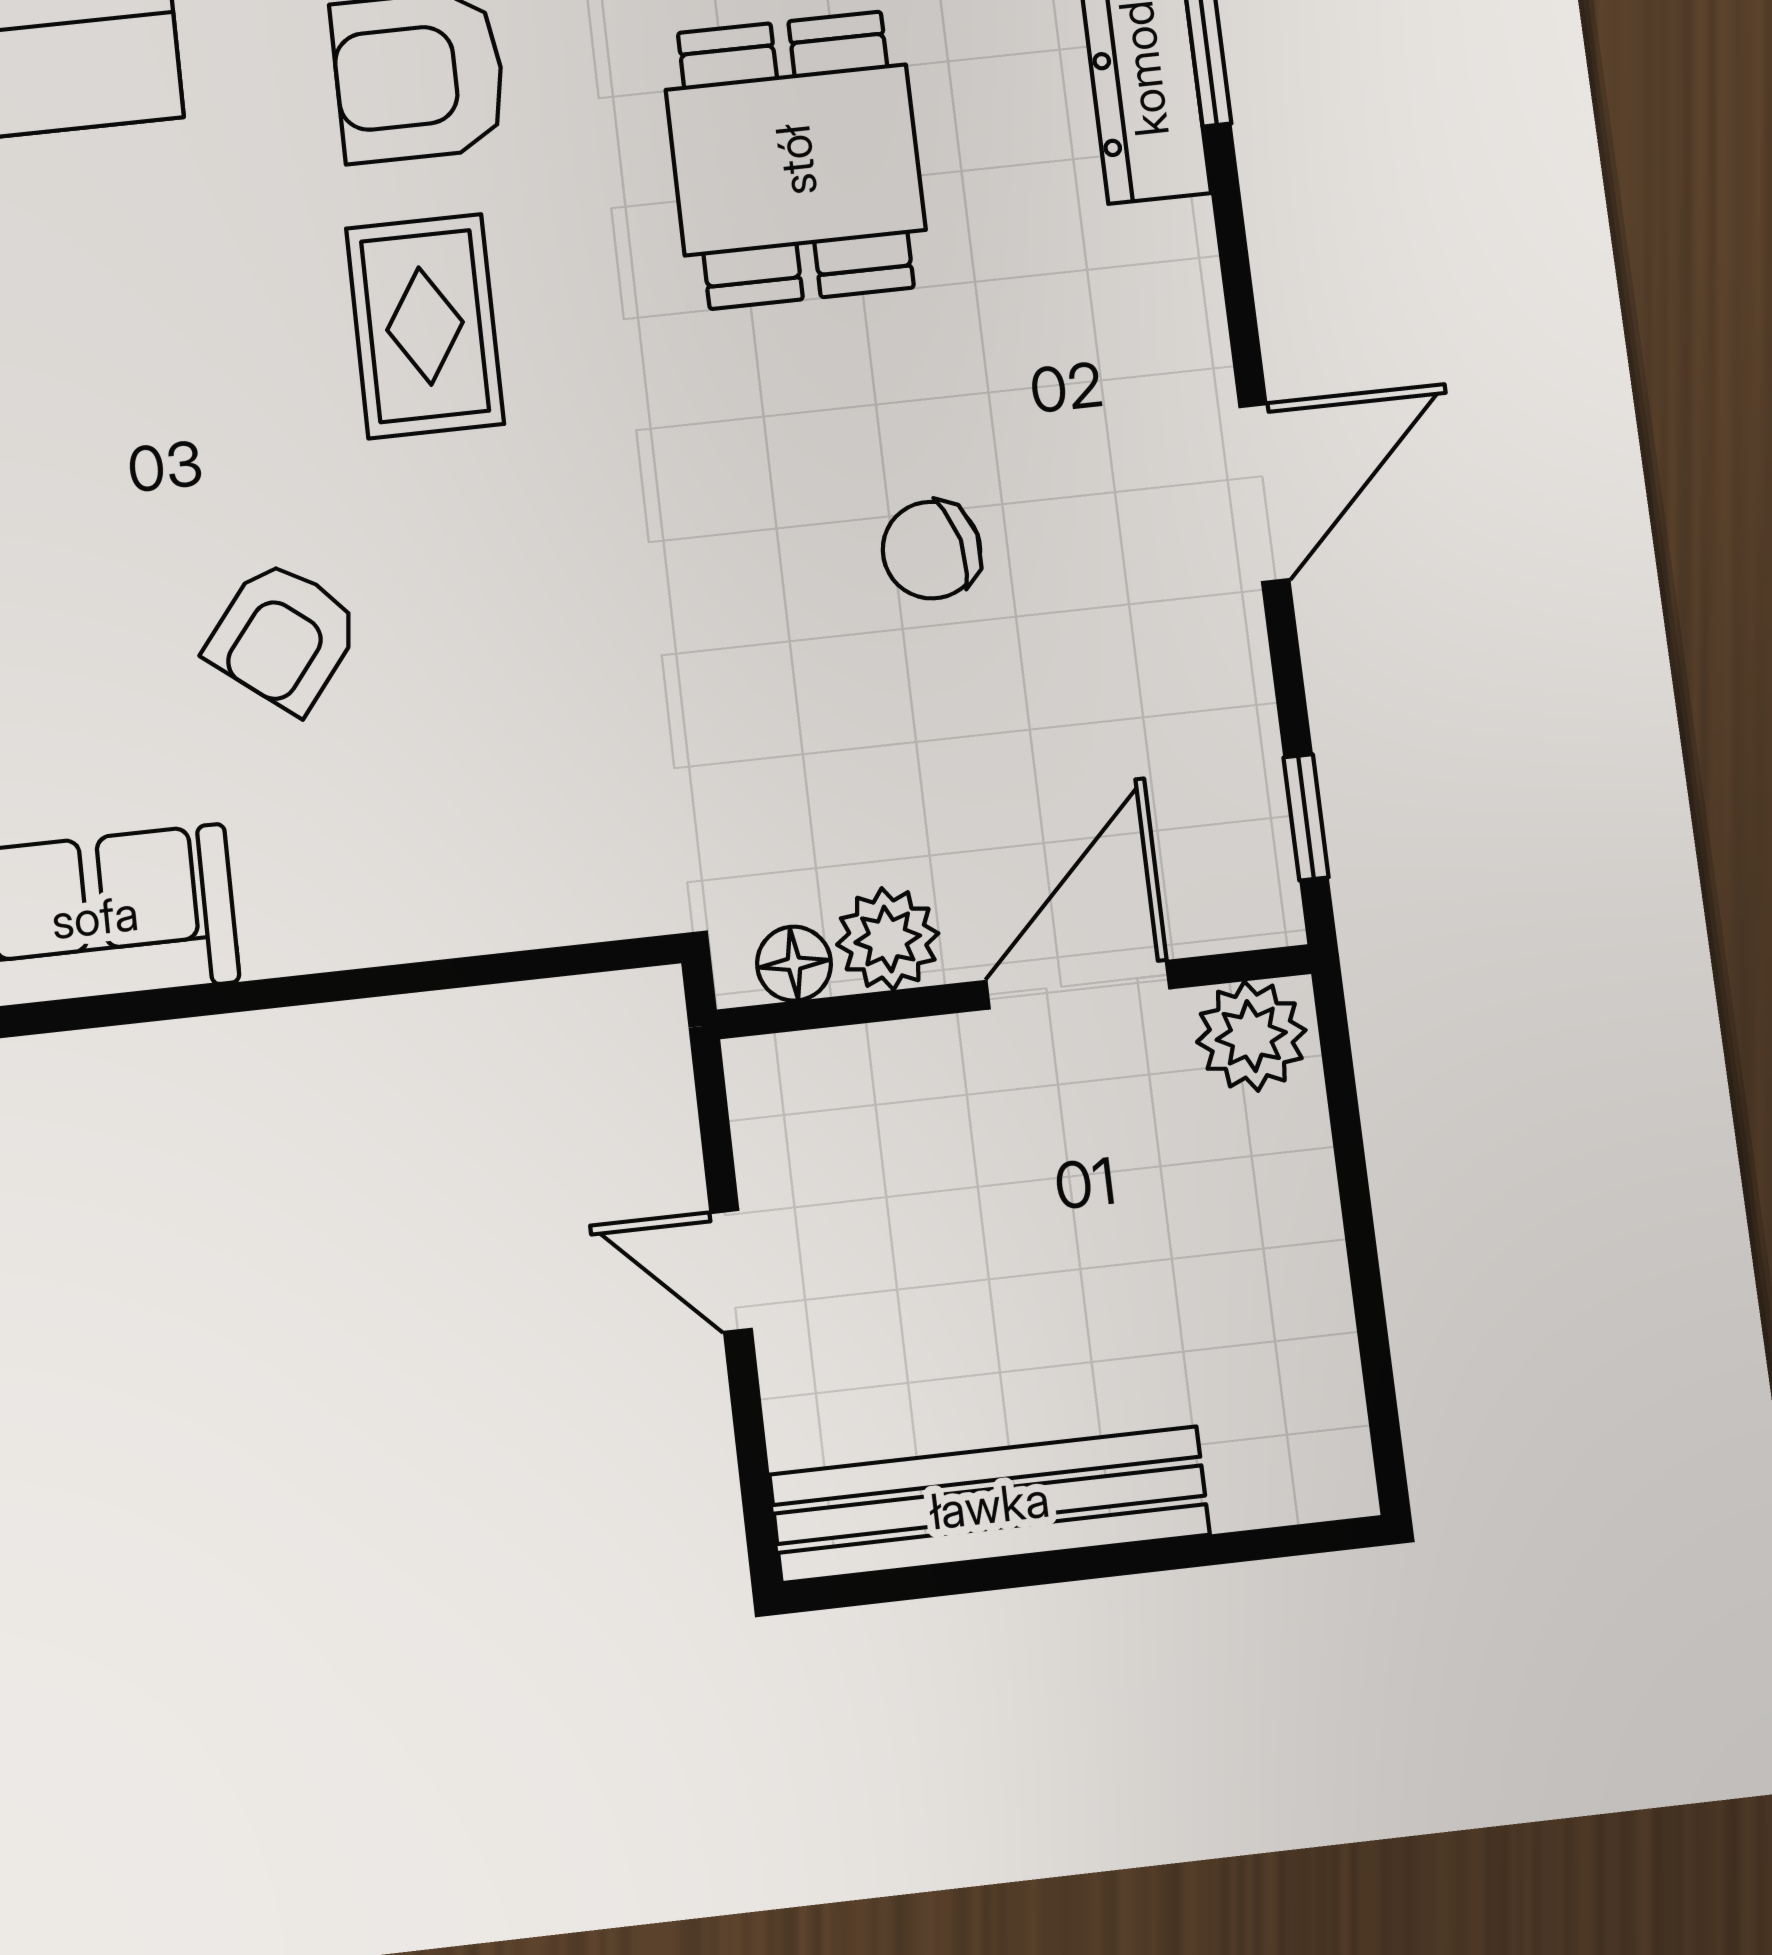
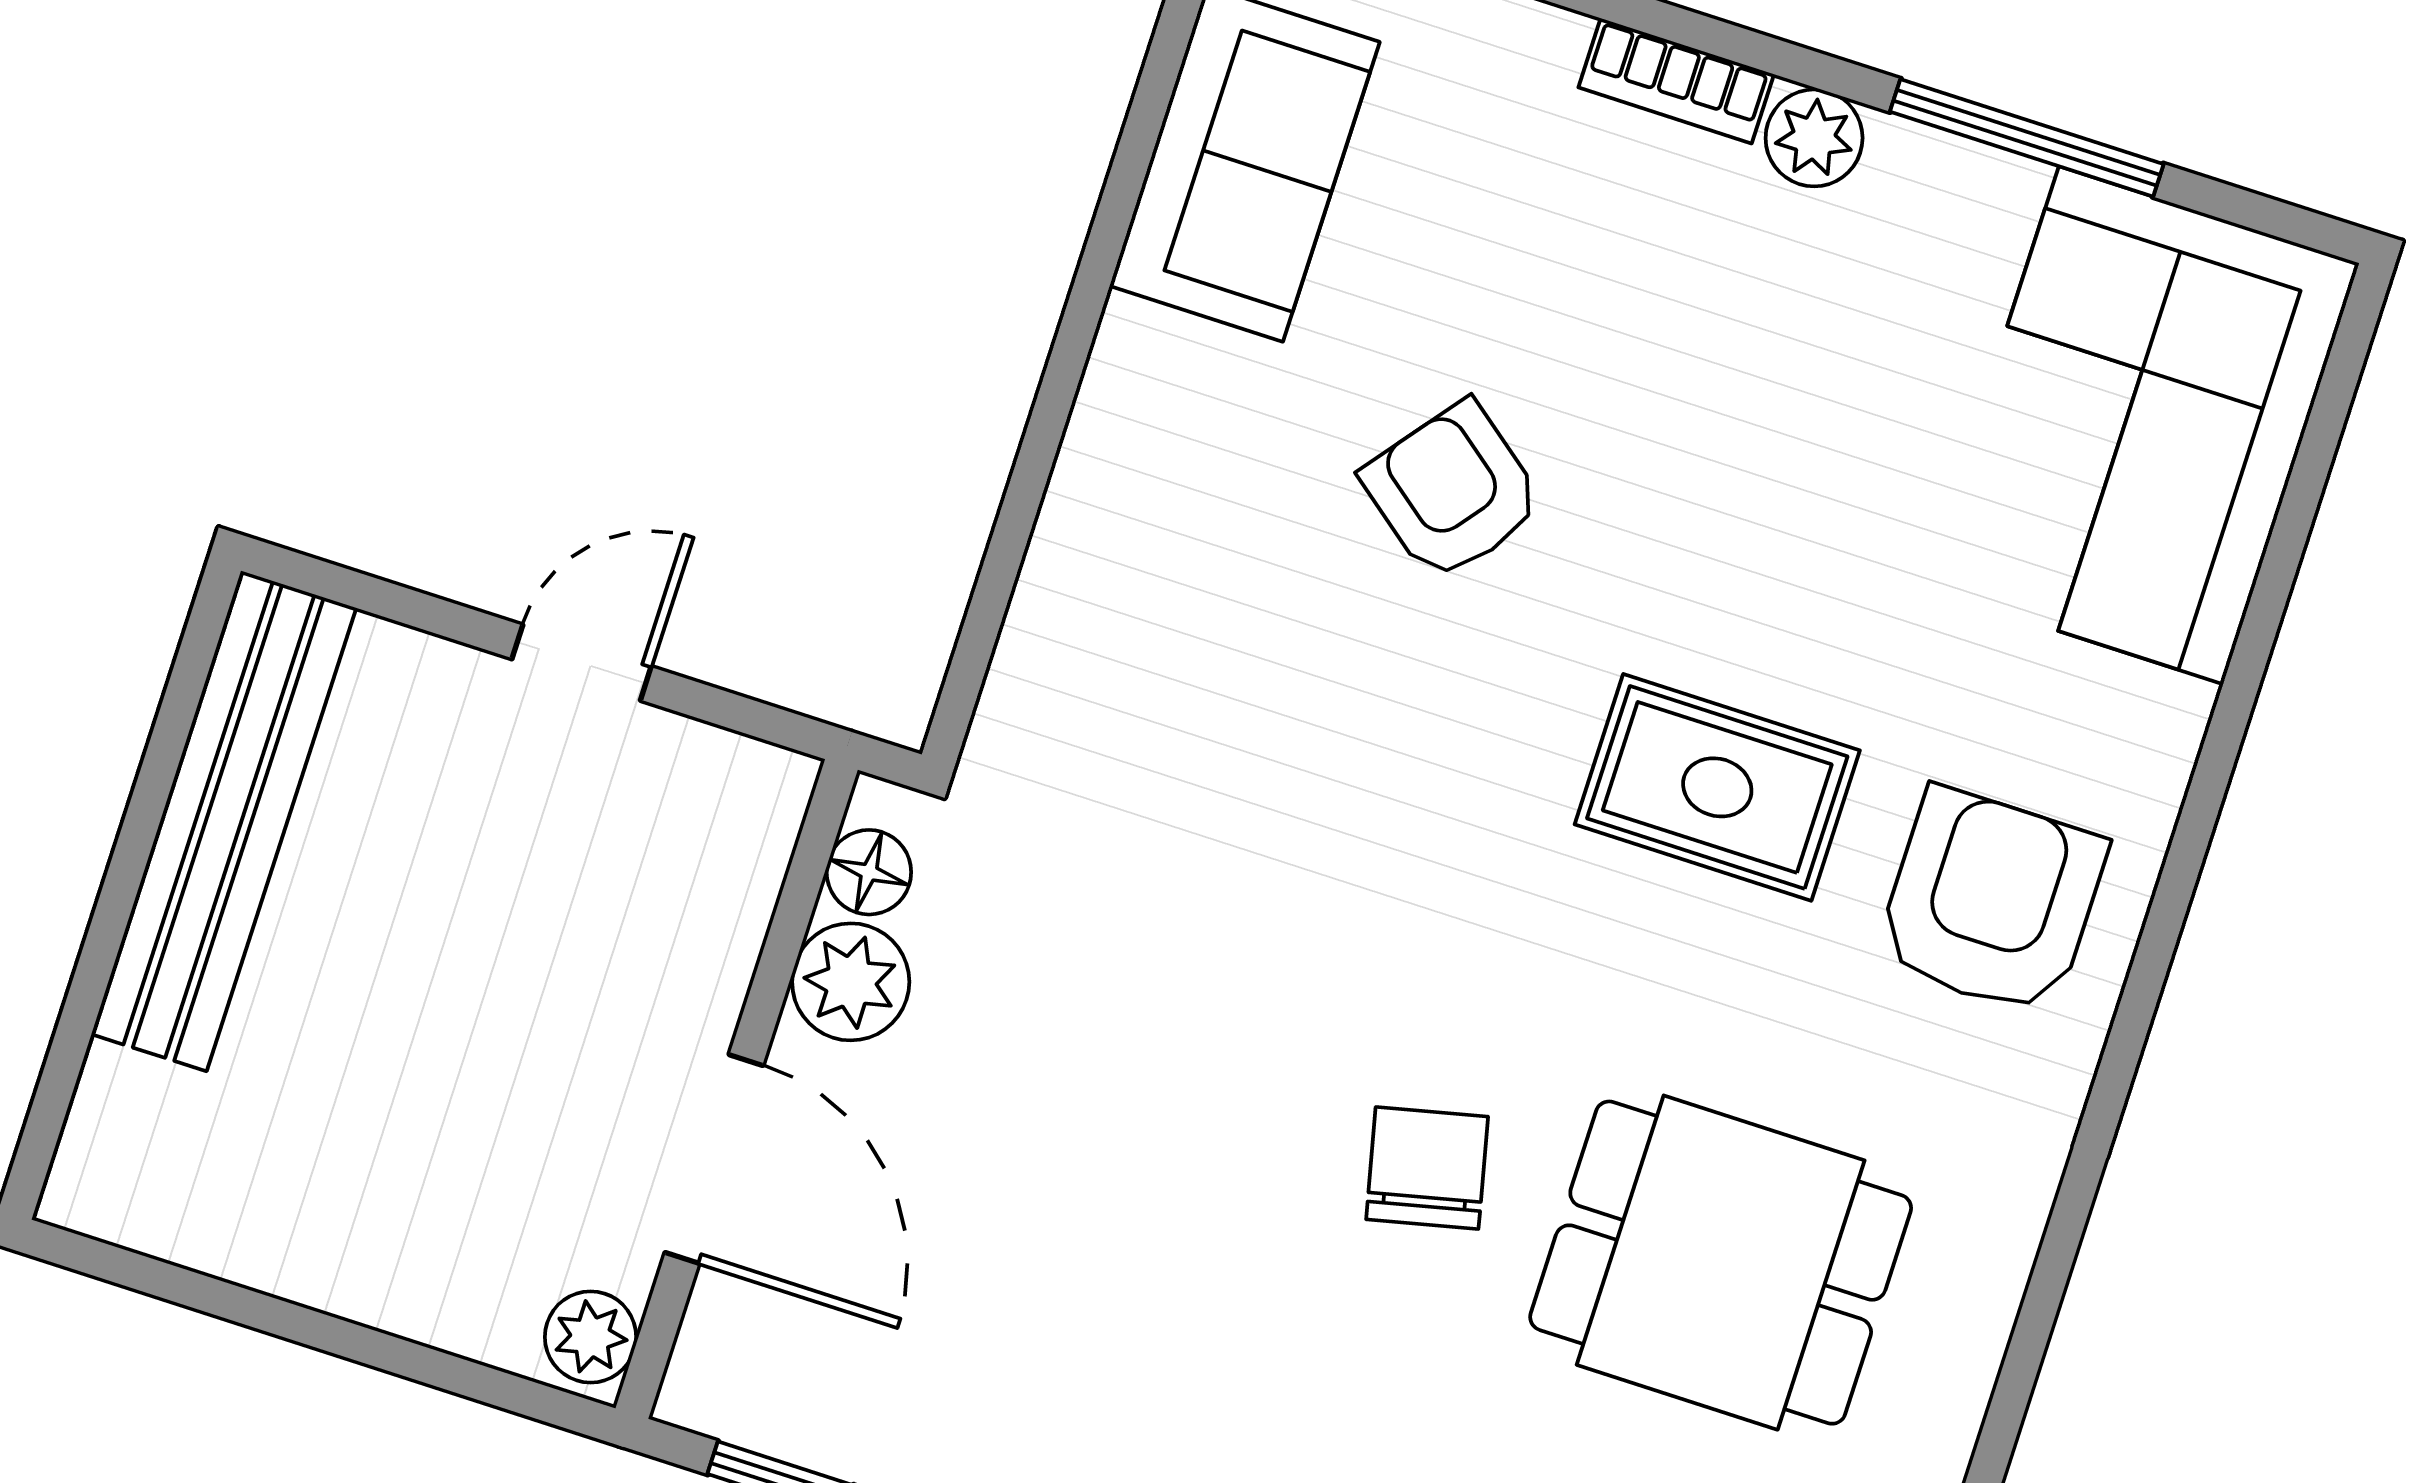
chair: (931, 550) -> (1427, 1168), moved
plant: (1251, 1036) -> (591, 1337), width x0.73, depth x0.73

